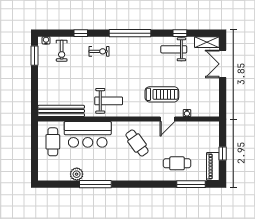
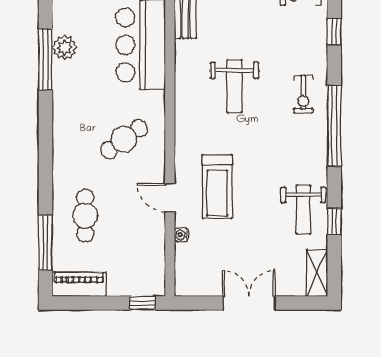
weight bench: (174, 49) -> (303, 209), turned 180
exercise bike: (99, 51) -> (303, 94), moved
double door: (223, 64) -> (249, 303), moved
weight bench: (109, 101) -> (234, 86), moved
window: (223, 154) -> (142, 303), moved
plant: (77, 174) -> (64, 48), moved

